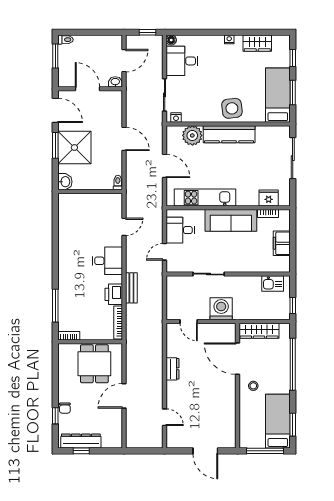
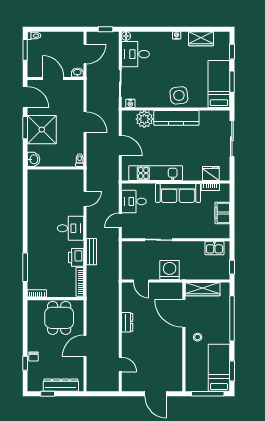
dresser: (81, 441) -> (61, 385), moved

